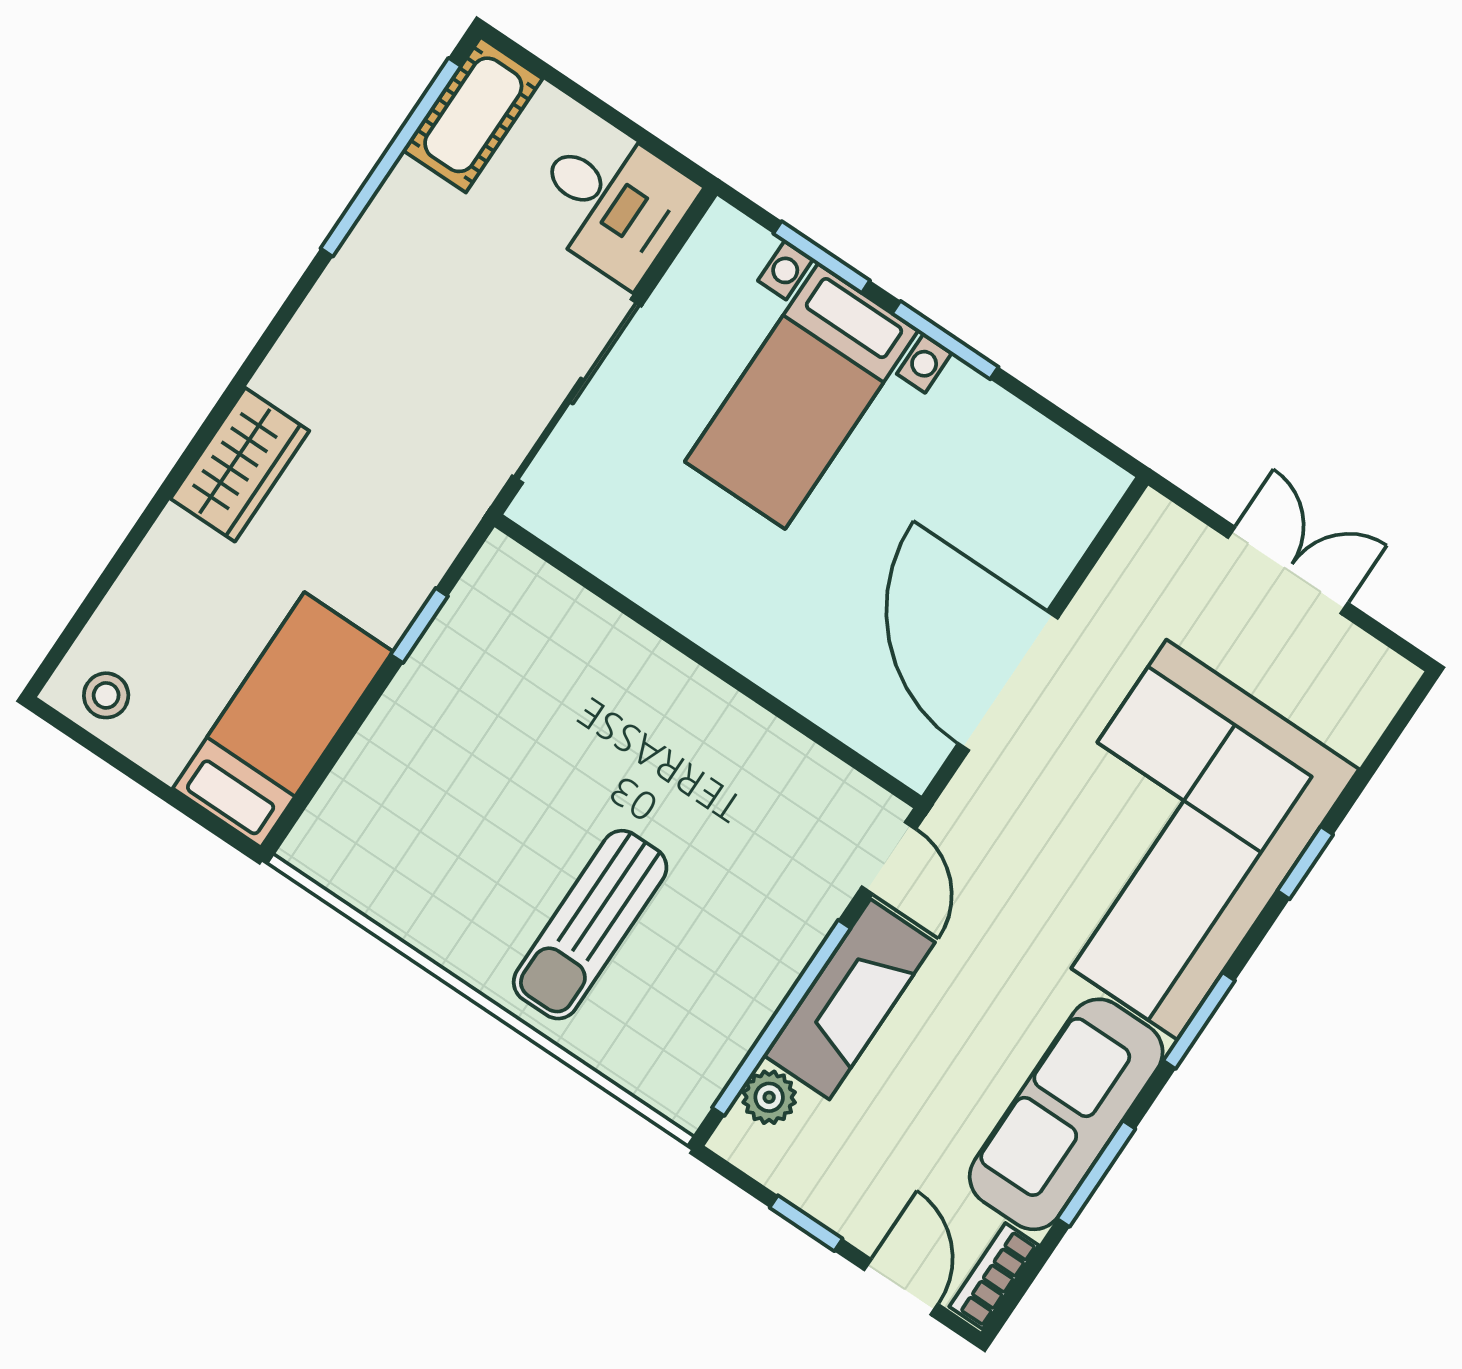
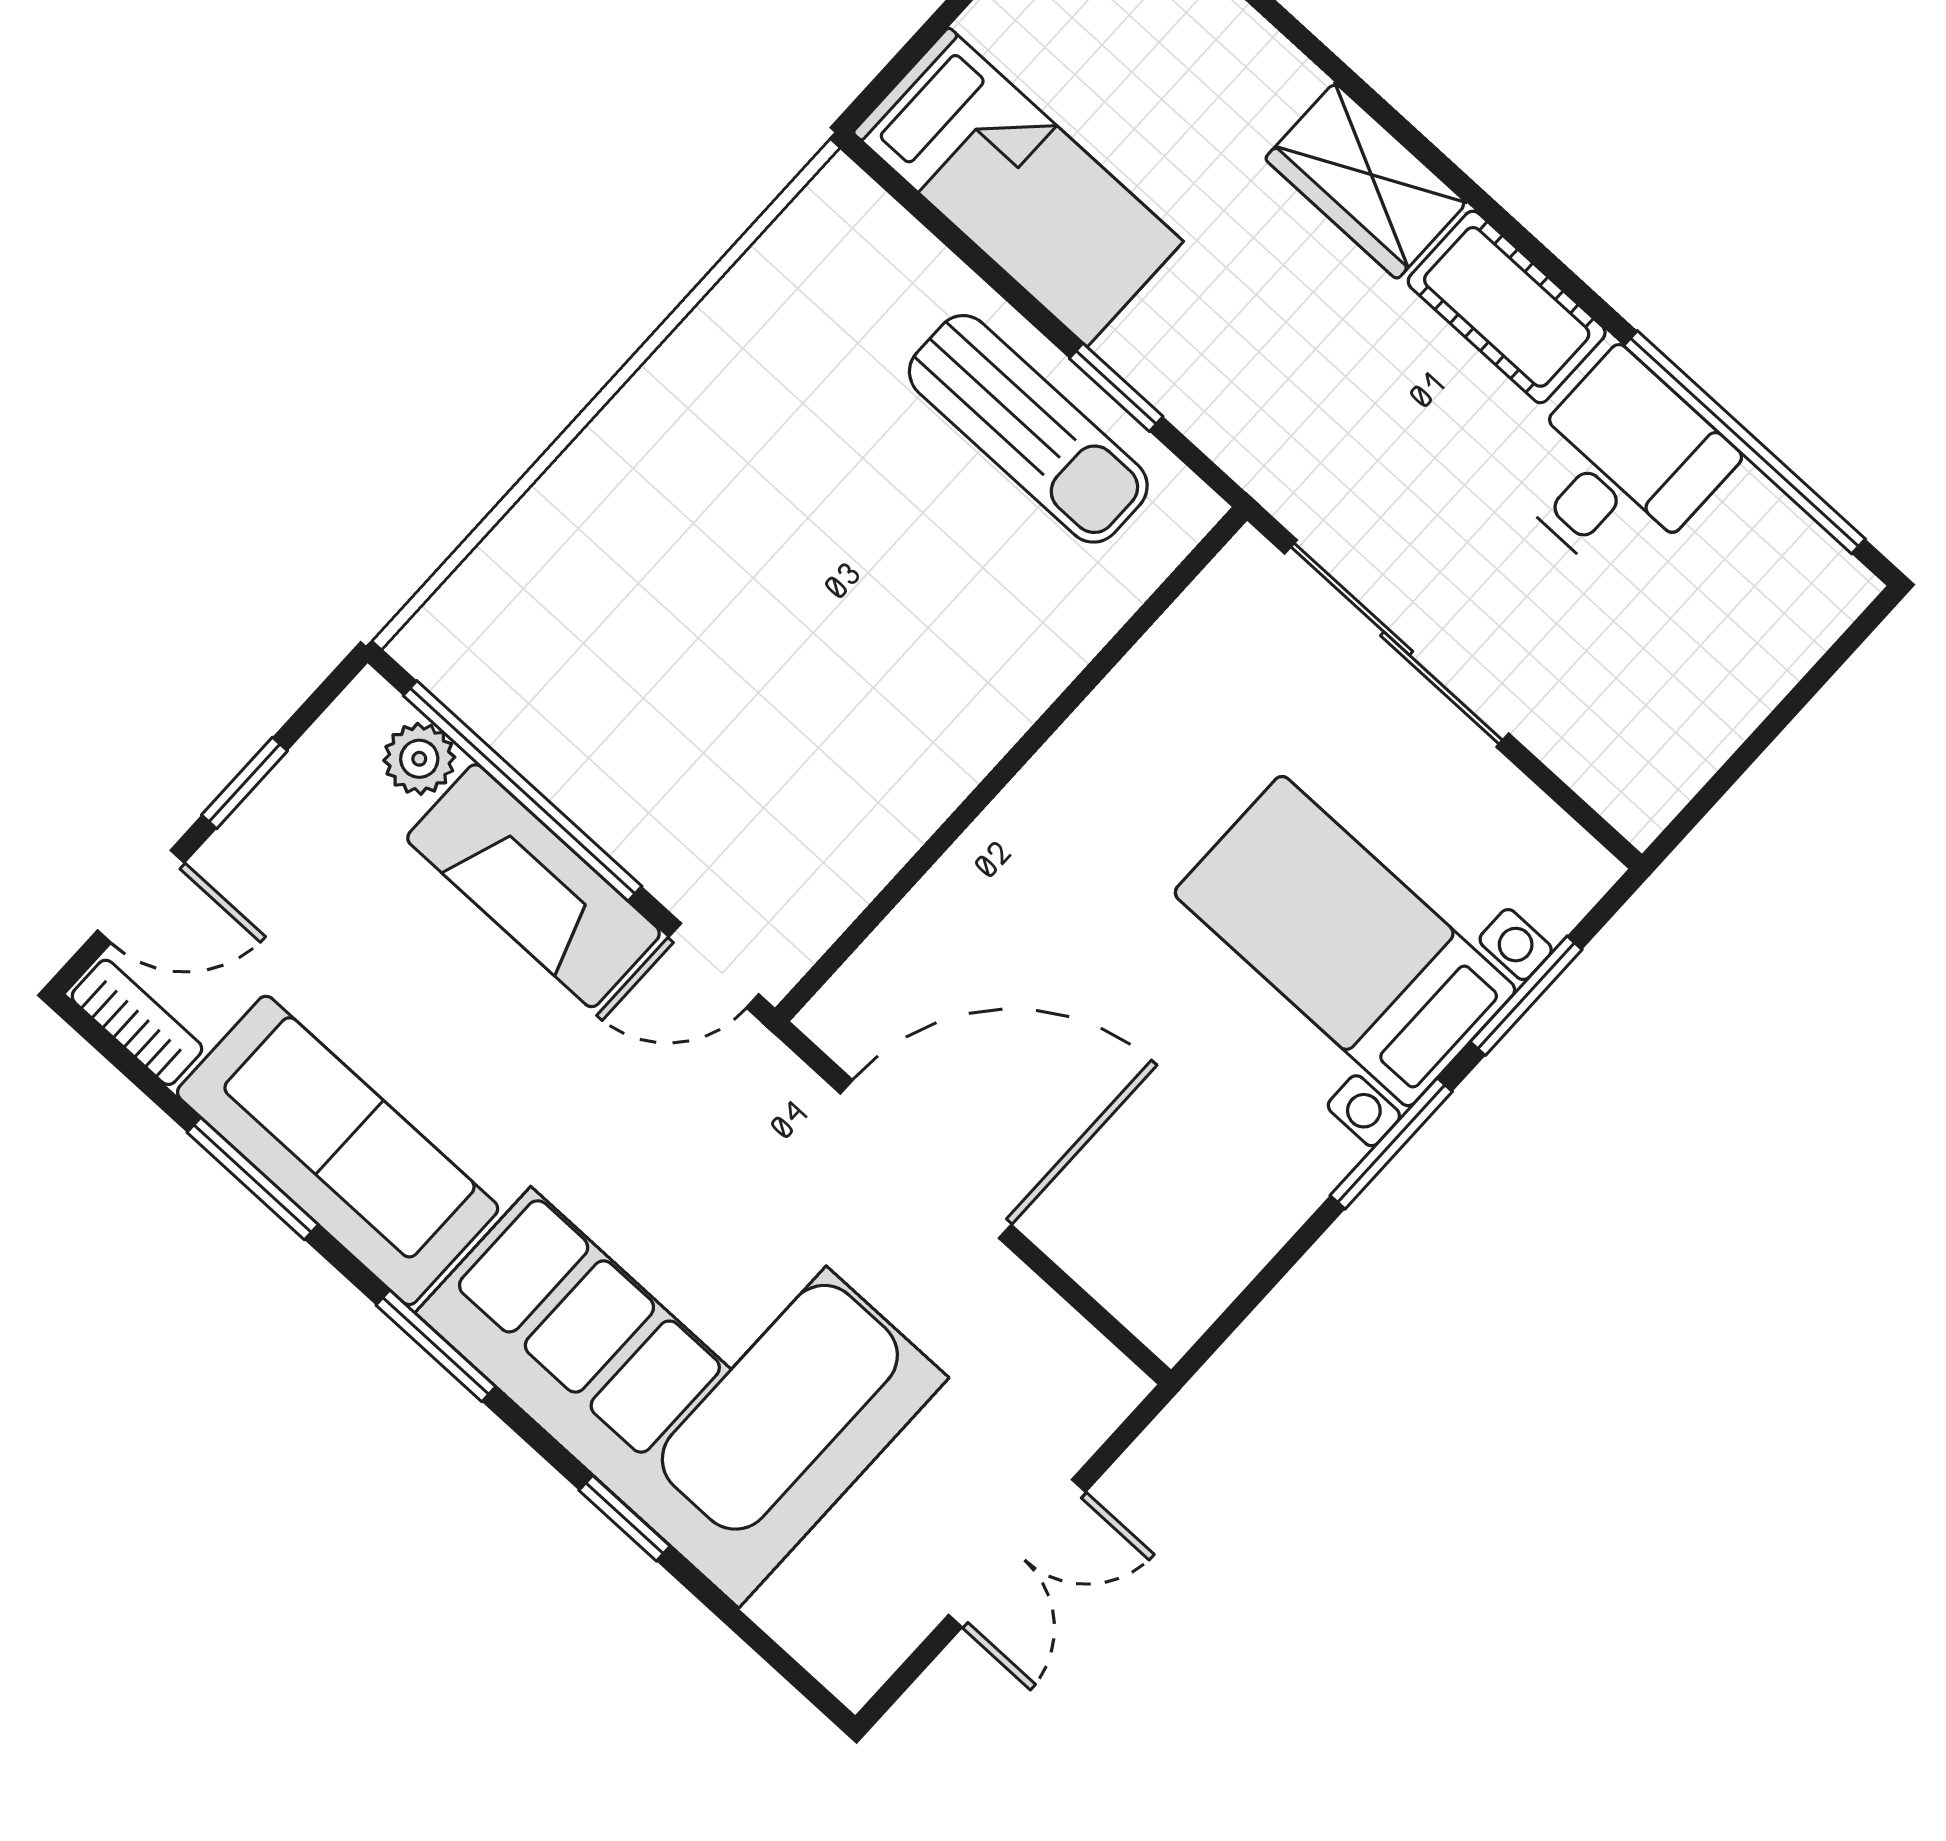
cot: (473, 115) -> (1507, 307), moved
desk: (612, 202) -> (1619, 467), moved, turned 180
sun lounger: (590, 925) -> (1028, 429), moved, turned 180

